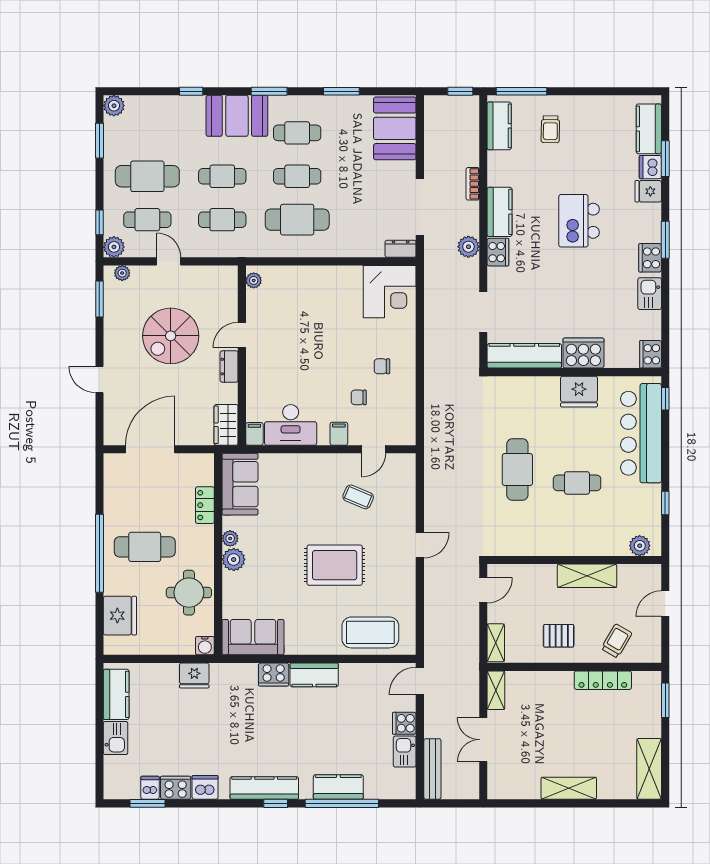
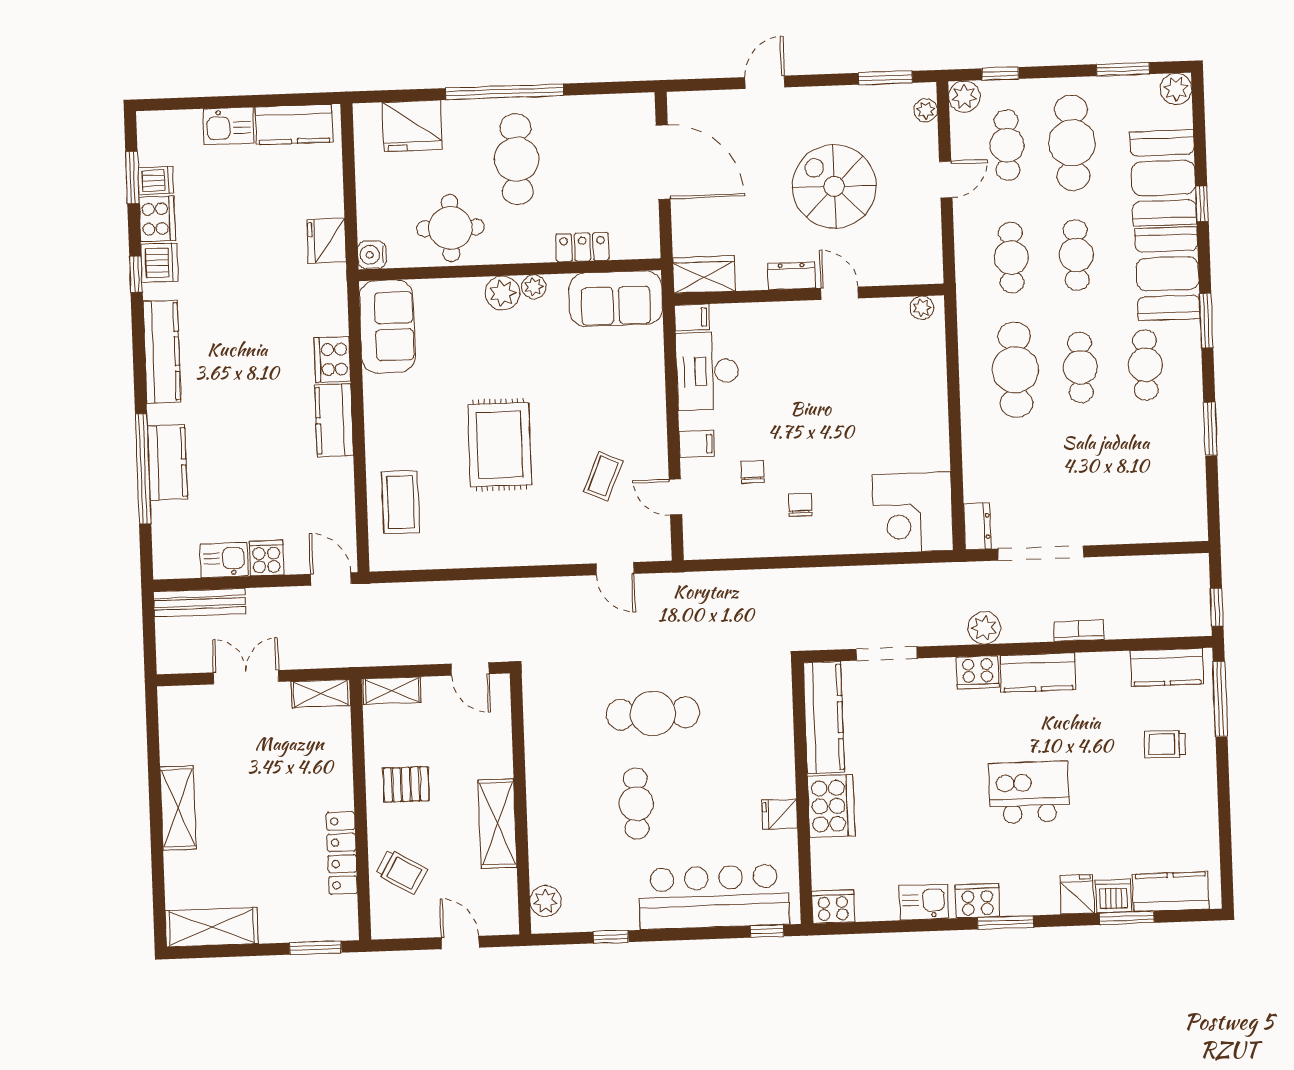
booth: (395, 128) -> (1163, 178), moved, turned 90
fridge: (579, 392) -> (779, 814), width x0.53, depth x0.75
door: (420, 545) -> (615, 569), moved
coffee table: (370, 632) -> (401, 502), width x0.73, depth x0.76
pallet: (559, 636) -> (406, 784), turned 90
window: (276, 803) -> (136, 274), moved

